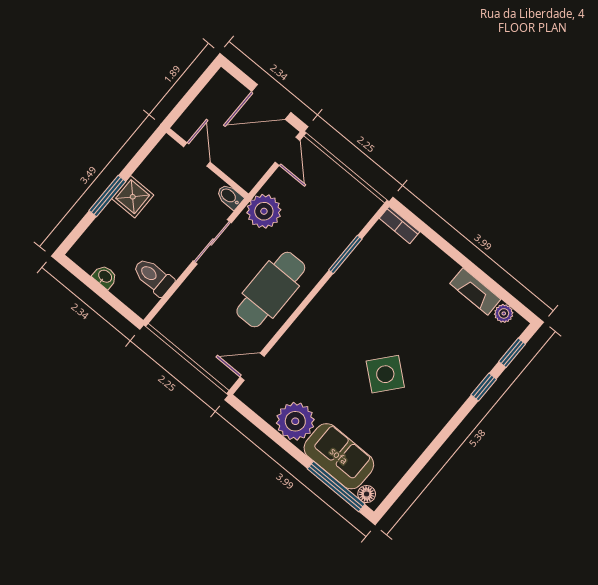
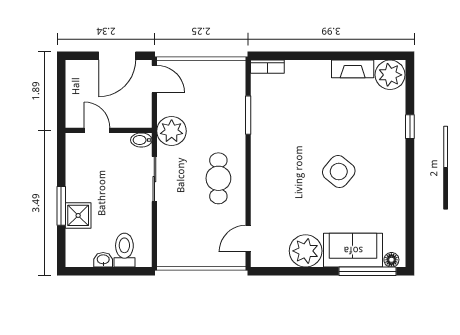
shower: (133, 197) -> (78, 215), moved
toilet: (153, 277) -> (124, 250), moved, turned 90
cafe table: (271, 290) -> (218, 178), width x0.73, depth x0.74
plant: (504, 313) -> (390, 75), width x1.88, depth x1.88
window: (512, 353) -> (410, 89), removed

